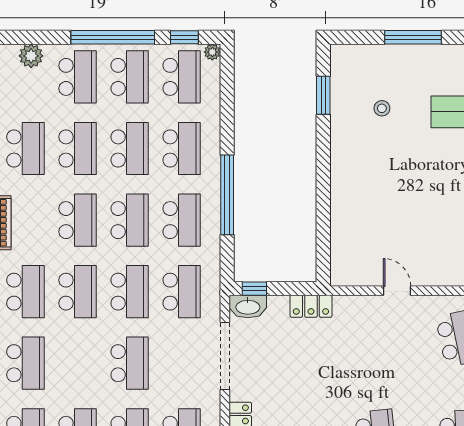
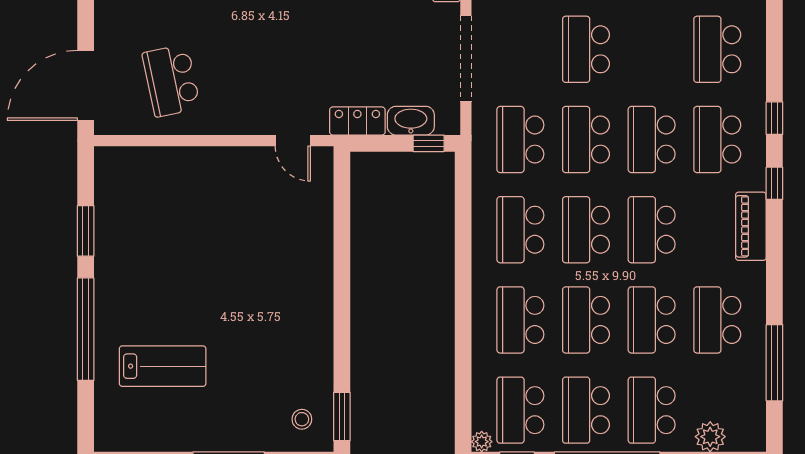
window: (323, 95) -> (342, 416), moved
stool: (382, 108) -> (302, 419), moved
window: (227, 195) -> (463, 261), removed
door: (397, 291) -> (293, 141), moved
washbasin: (248, 307) -> (411, 121), moved

